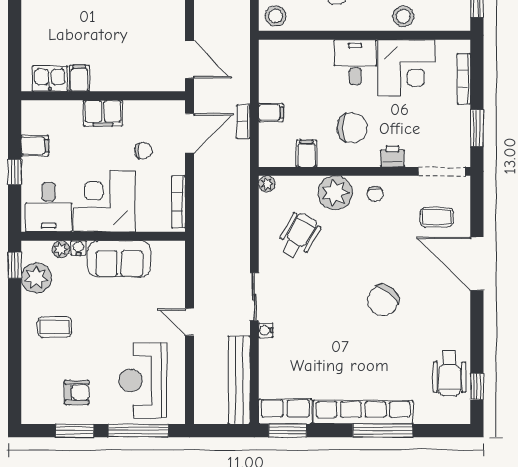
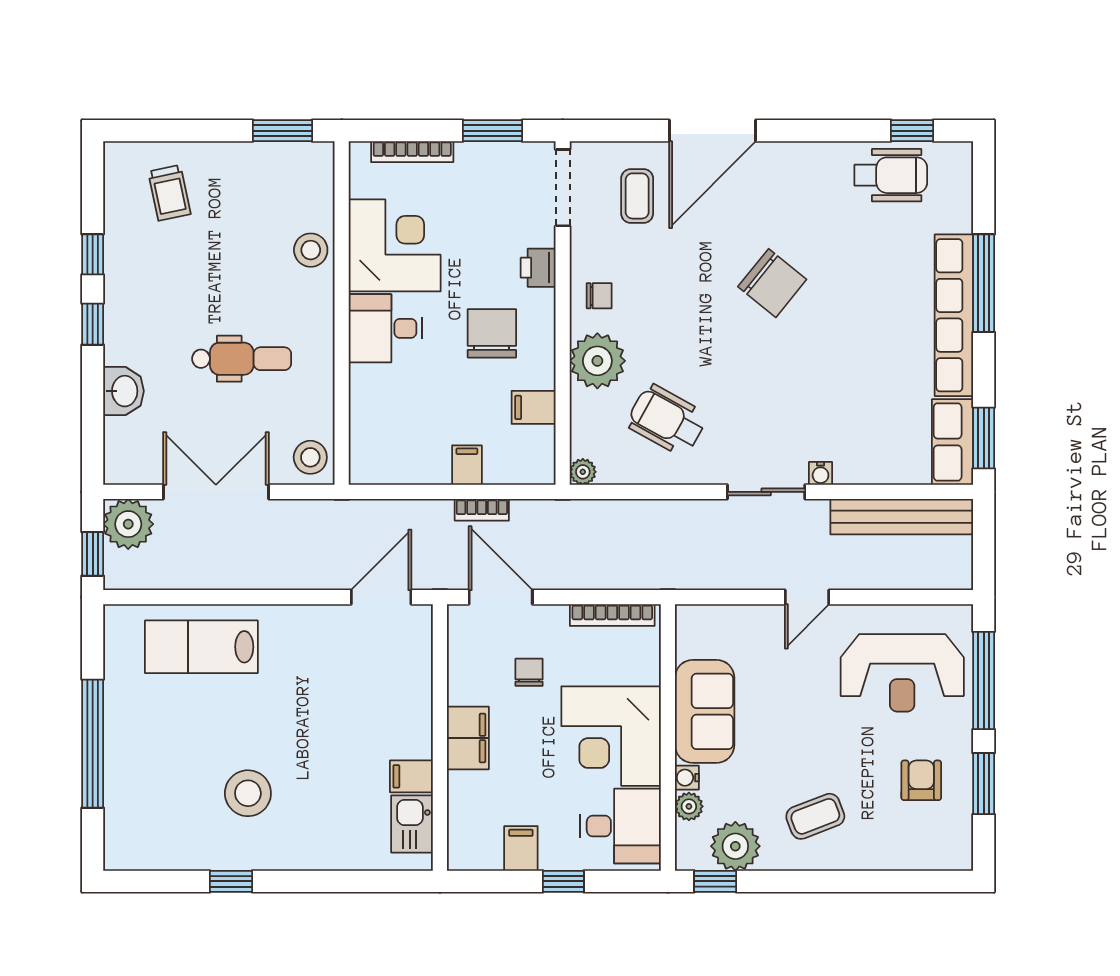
coffee table: (55, 327) -> (815, 816), turned 69

